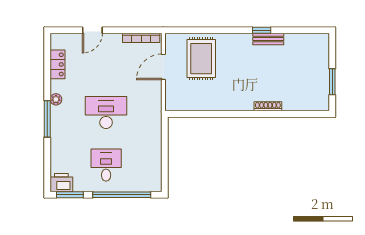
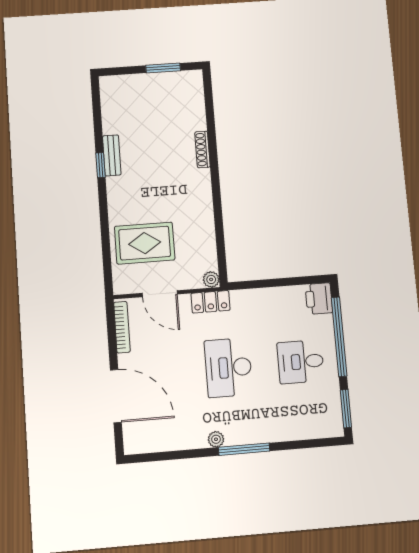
door: (92, 30) -> (116, 396), width x1.87
locker: (58, 64) -> (210, 302), moved, turned 180
plant: (171, 105) -> (211, 279), added
printer: (61, 183) -> (319, 299), moved

